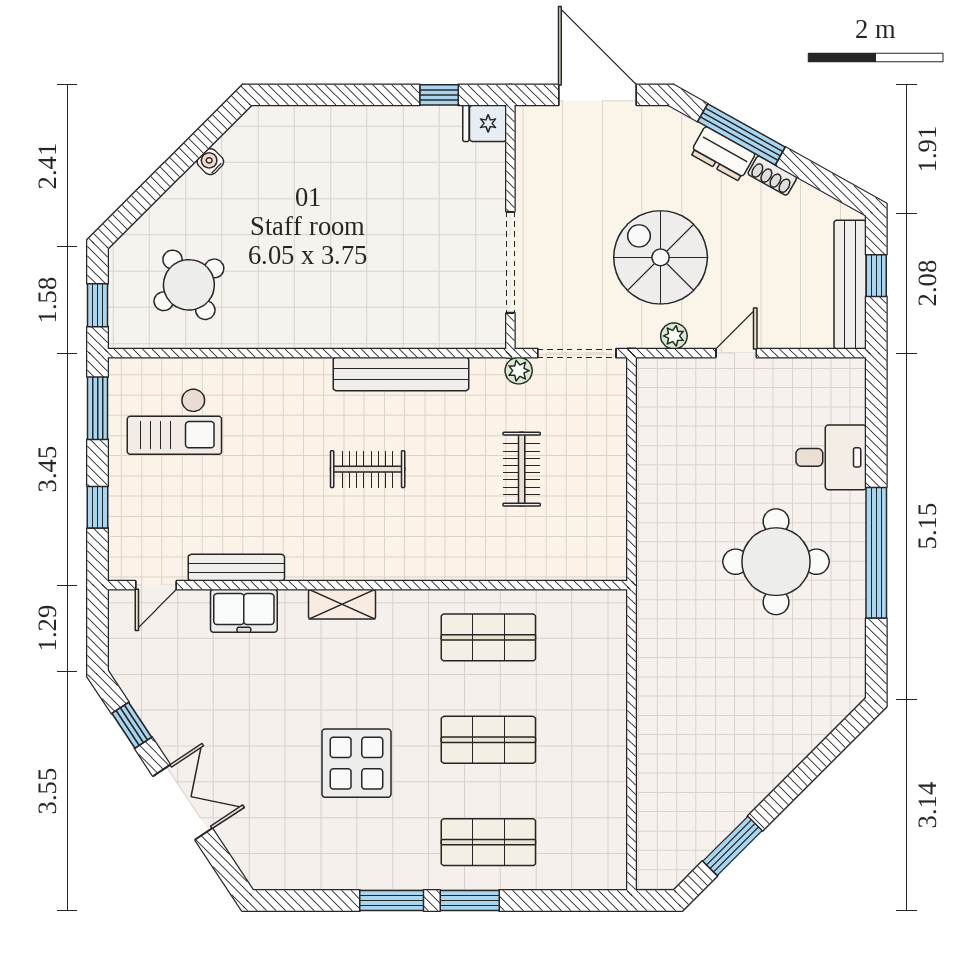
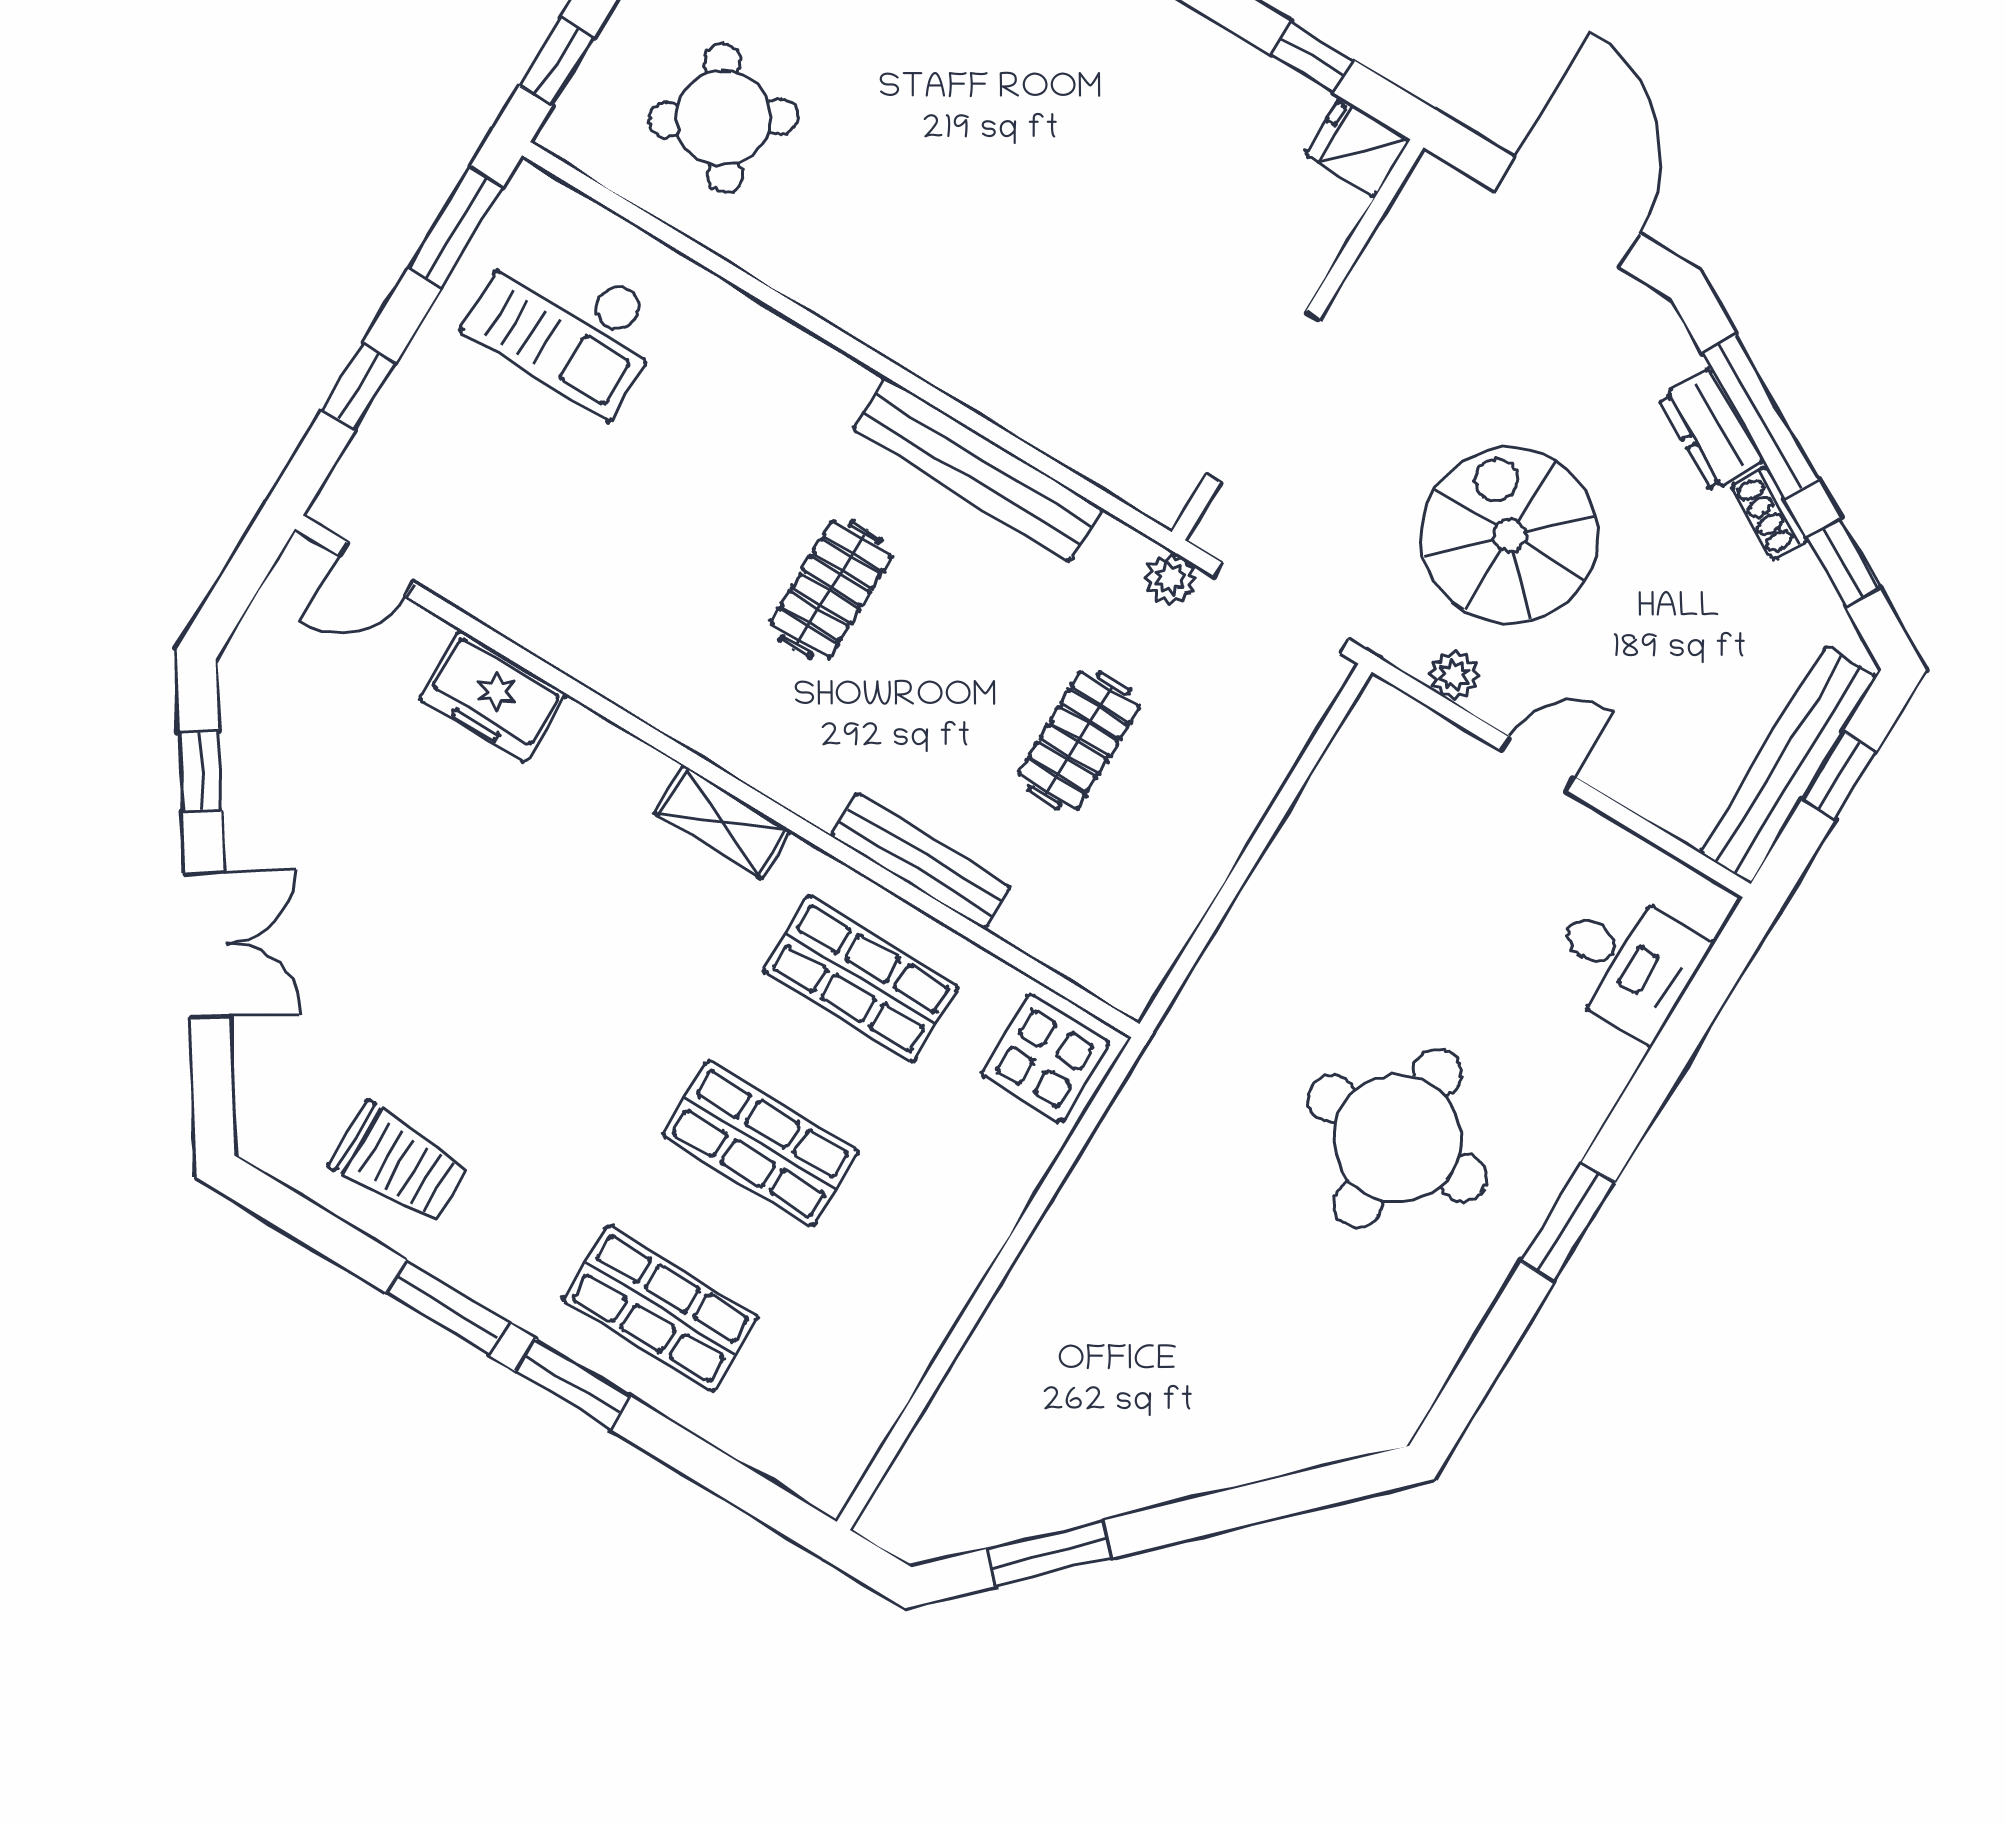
window: (820, 178) -> (1843, 563), added
desk: (831, 457) -> (1626, 962), moved
clothes rail: (368, 469) -> (831, 590), turned 90
window: (876, 553) -> (1568, 1222), width x0.47
bench: (236, 568) -> (921, 862), moved
shelving: (342, 604) -> (723, 822), moved
display table: (356, 763) -> (1045, 1058), moved, width x0.73, depth x0.73
trolley: (330, 849) -> (399, 1164), added

